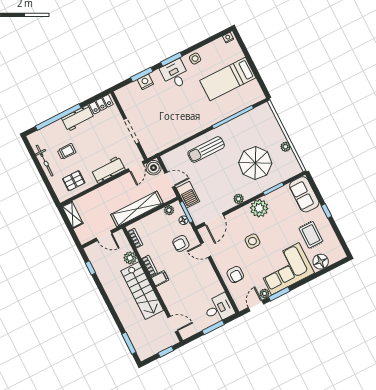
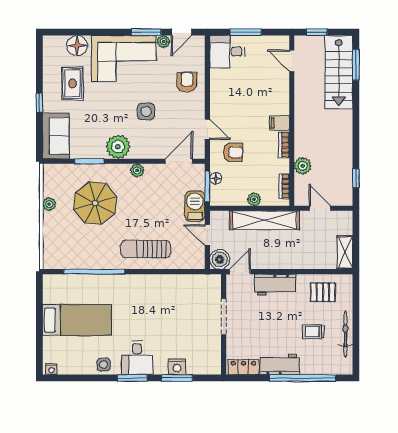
sun lounger: (206, 149) -> (146, 249), turned 180
plant: (169, 210) -> (254, 199), moved
stairs: (142, 291) -> (339, 72), moved, turned 180

